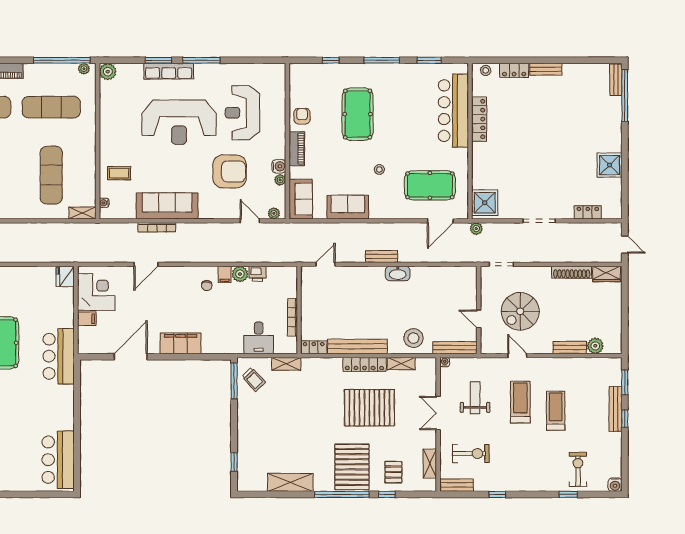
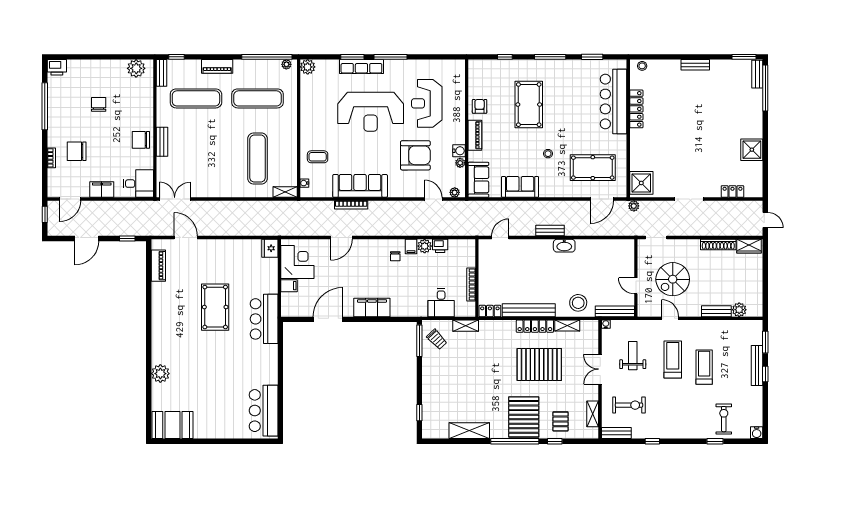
window: (601, 60) -> (744, 57), added
locker: (514, 70) -> (667, 66), removed

